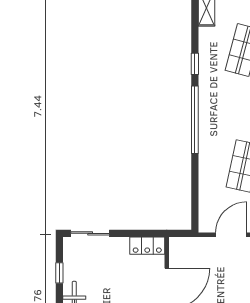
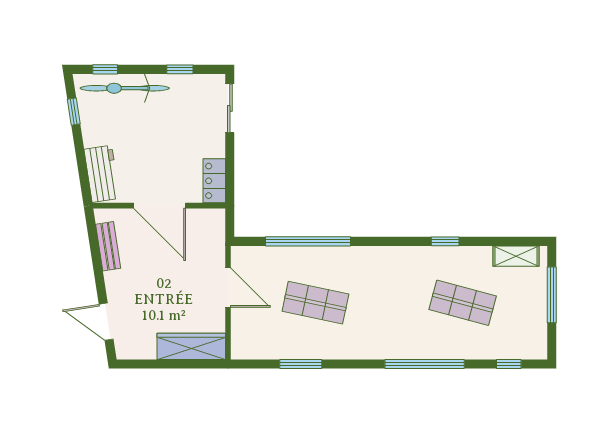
window: (195, 120) -> (308, 241), moved

